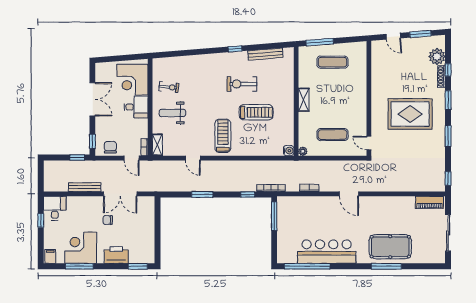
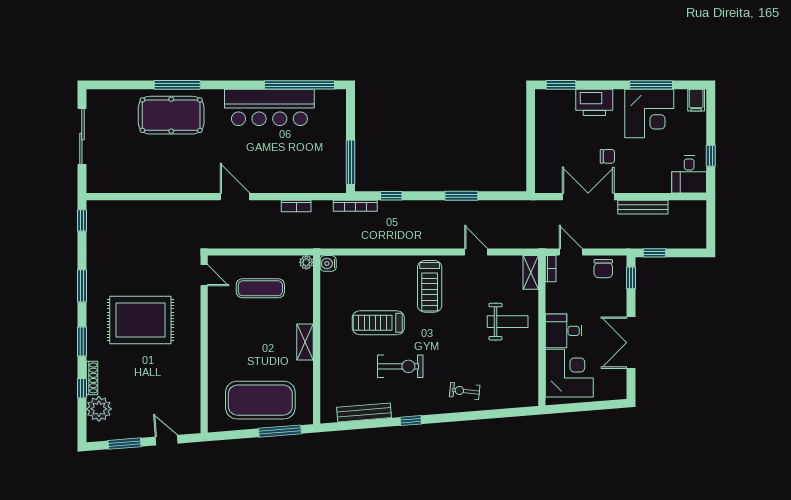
exercise mat: (332, 62) -> (260, 400), width x2.00, depth x1.45
exercise bike: (169, 87) -> (465, 391), moved
piano: (429, 202) -> (111, 184), removed

